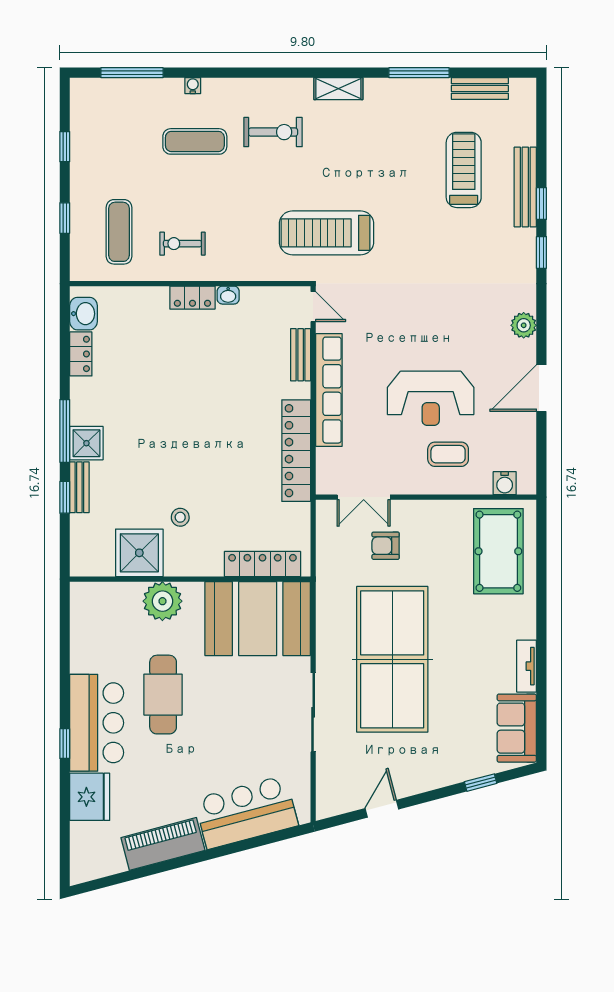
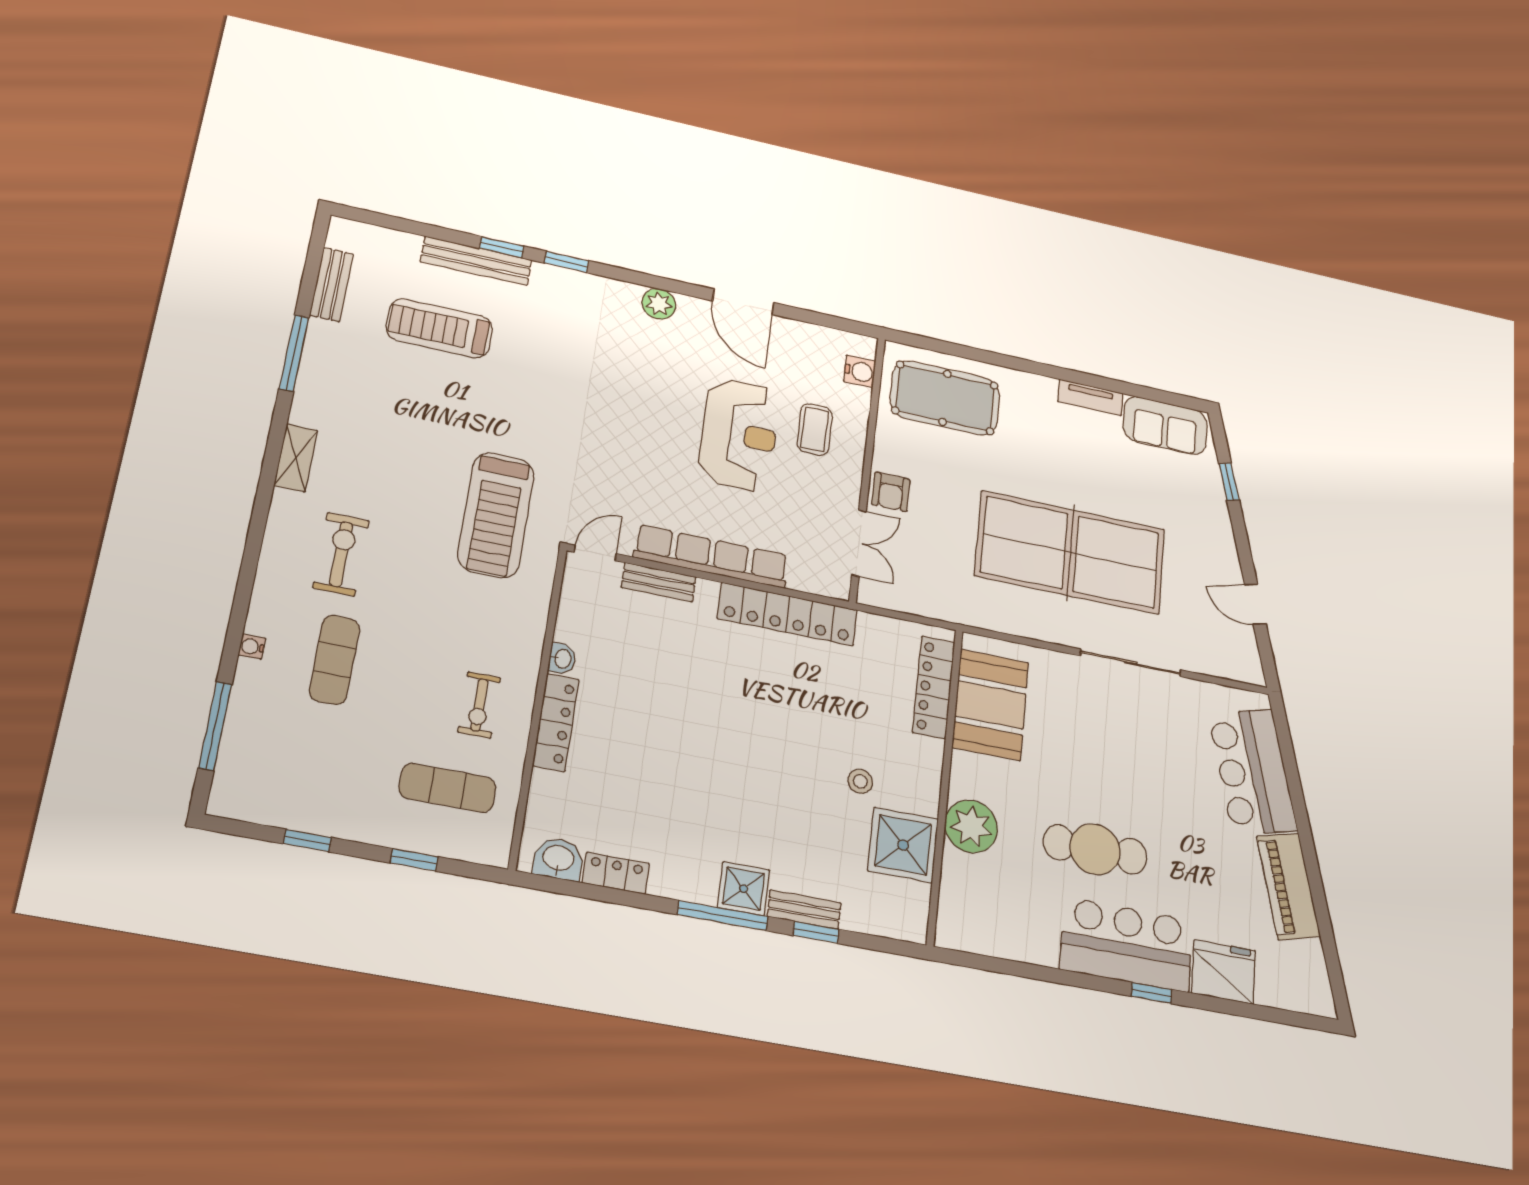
locker: (192, 298) -> (556, 722), width x1.53
armchair: (386, 546) -> (891, 492), moved
booth: (258, 619) -> (990, 705), width x0.73, depth x0.70

